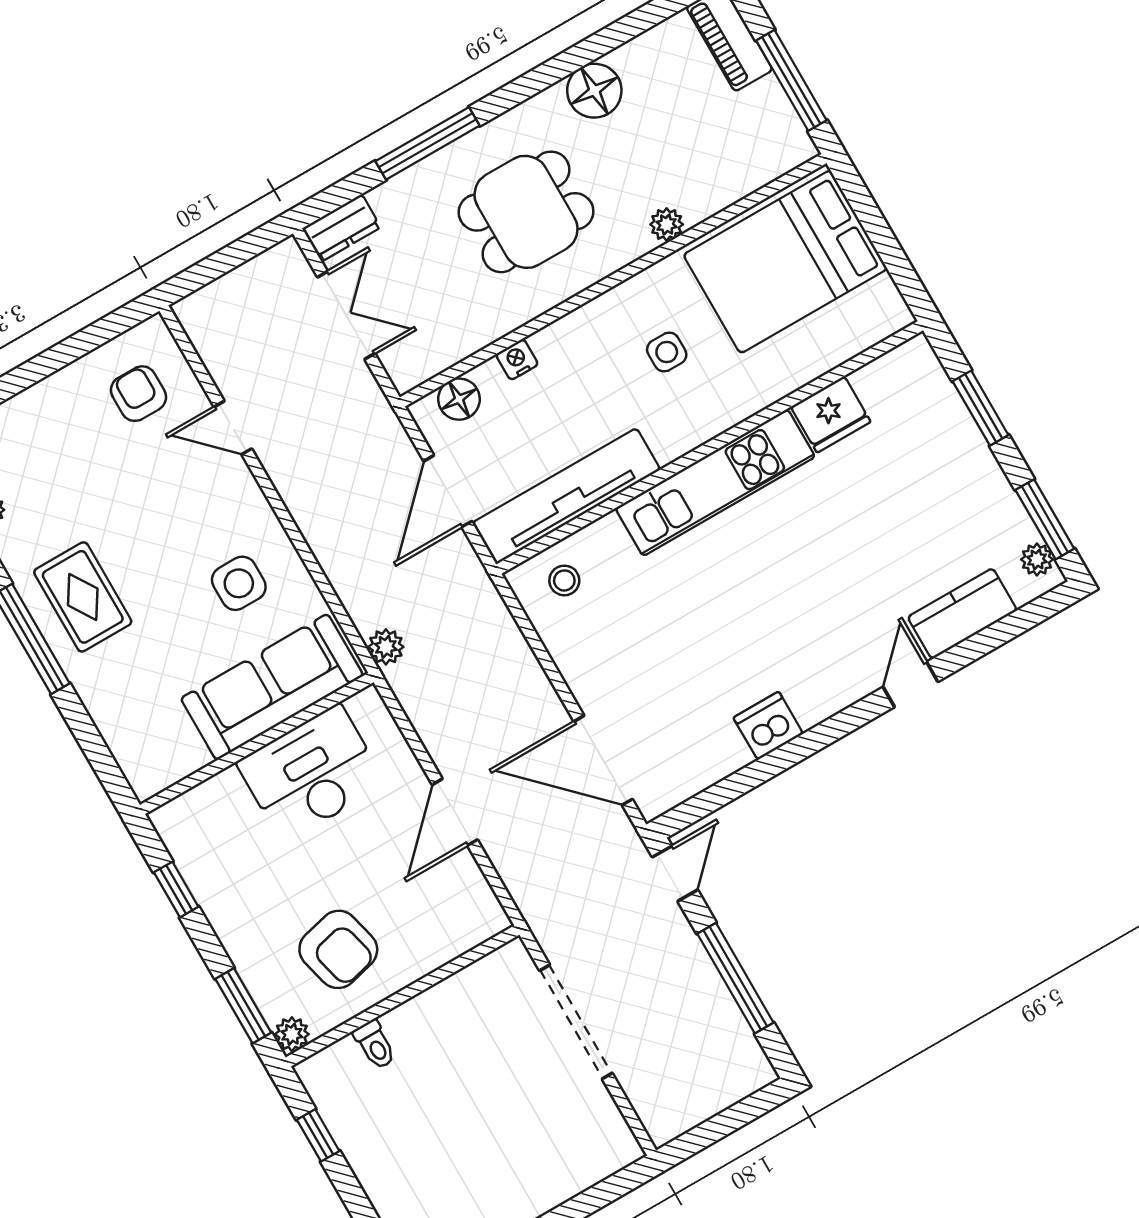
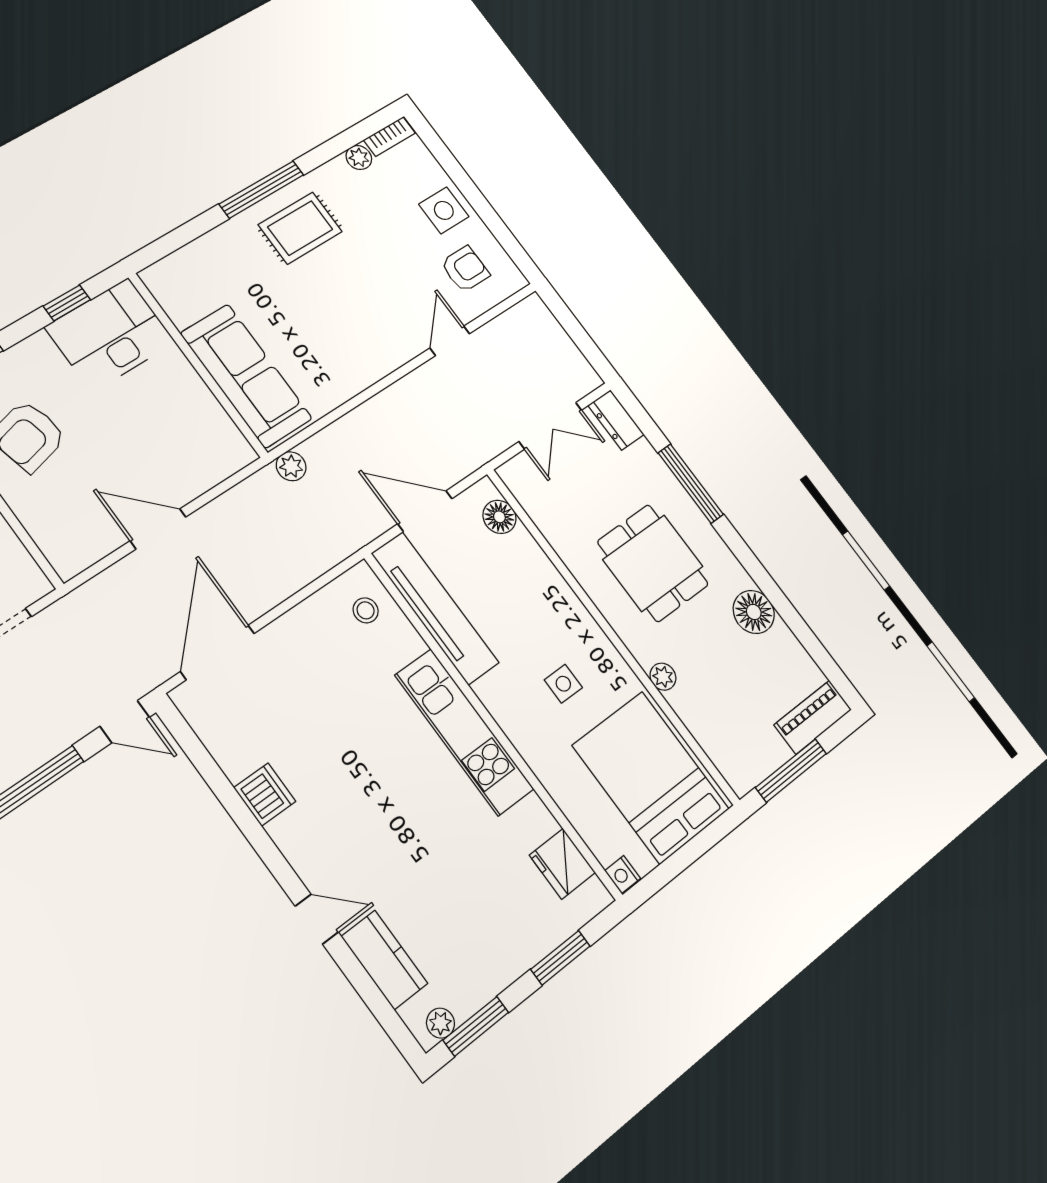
nightstand: (517, 359) -> (623, 874), moved, turned 180
fridge: (831, 414) -> (562, 864), moved
side table: (239, 583) -> (444, 210), moved
desk: (311, 773) -> (110, 335), moved, turned -90

